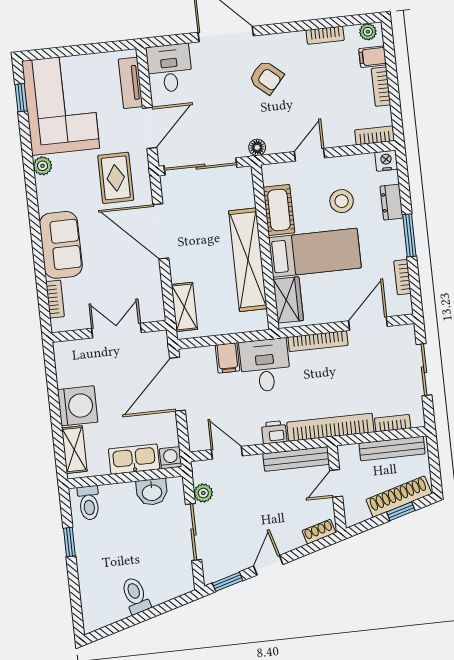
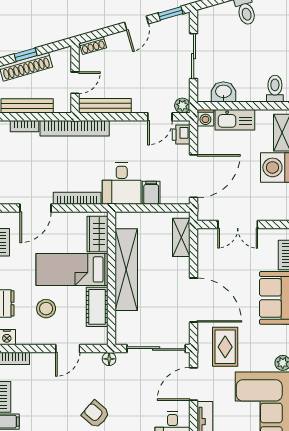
printer: (274, 432) -> (181, 135), moved, turned 90
door: (227, 453) -> (160, 117), hinge flipped
plant: (203, 493) -> (182, 106), moved

